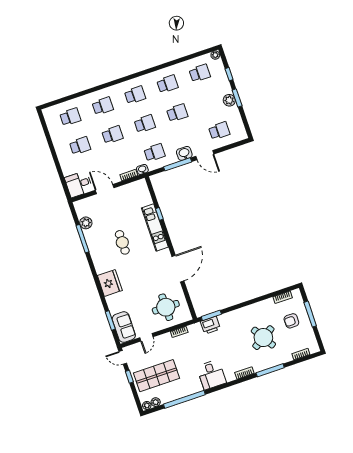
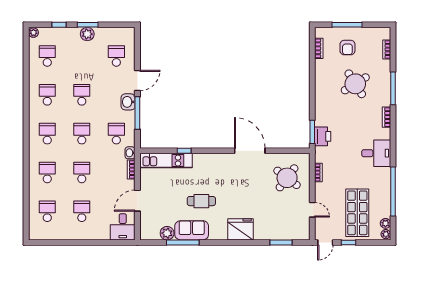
kitchen unit: (155, 227) -> (166, 161), moved
round table: (166, 307) -> (287, 178), turned 37
sofa: (124, 327) -> (192, 230), moved

